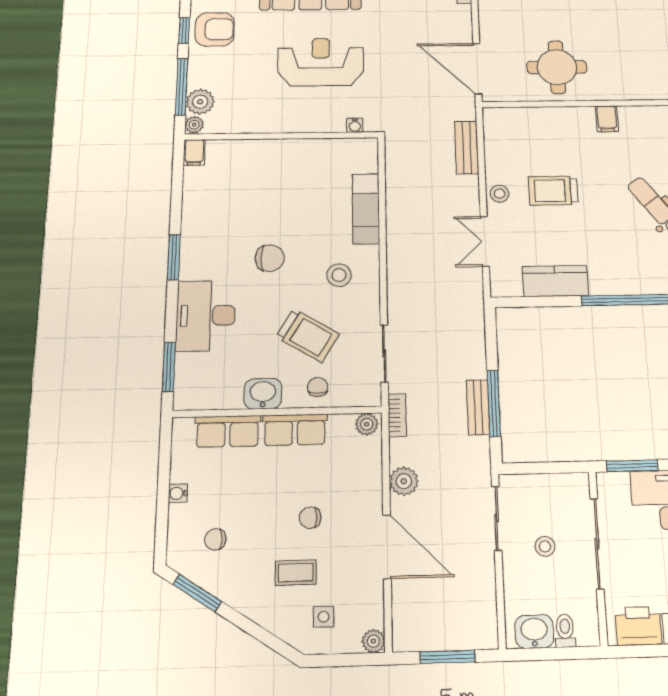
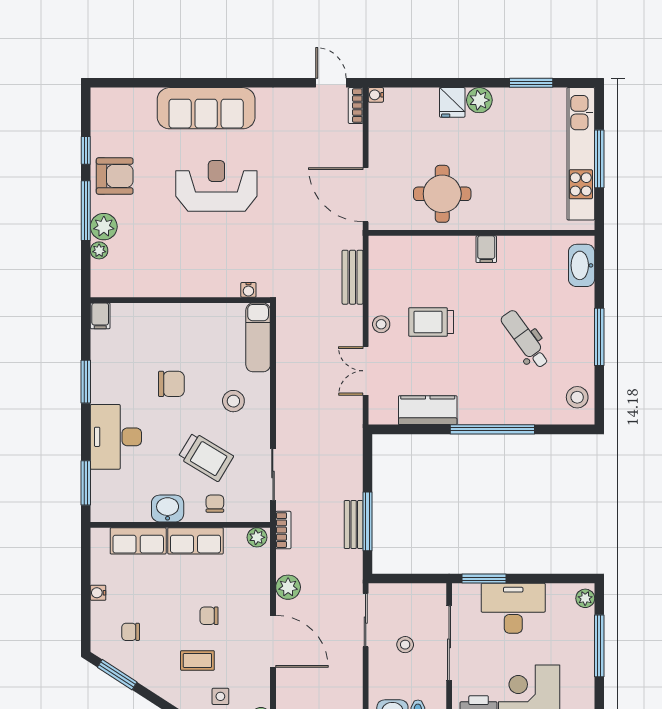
armchair: (215, 29) -> (115, 176), moved
water cooler: (355, 125) -> (248, 290), moved
wall: (282, 136) -> (180, 300), moved
filing cabinet: (194, 152) -> (100, 316), moved

